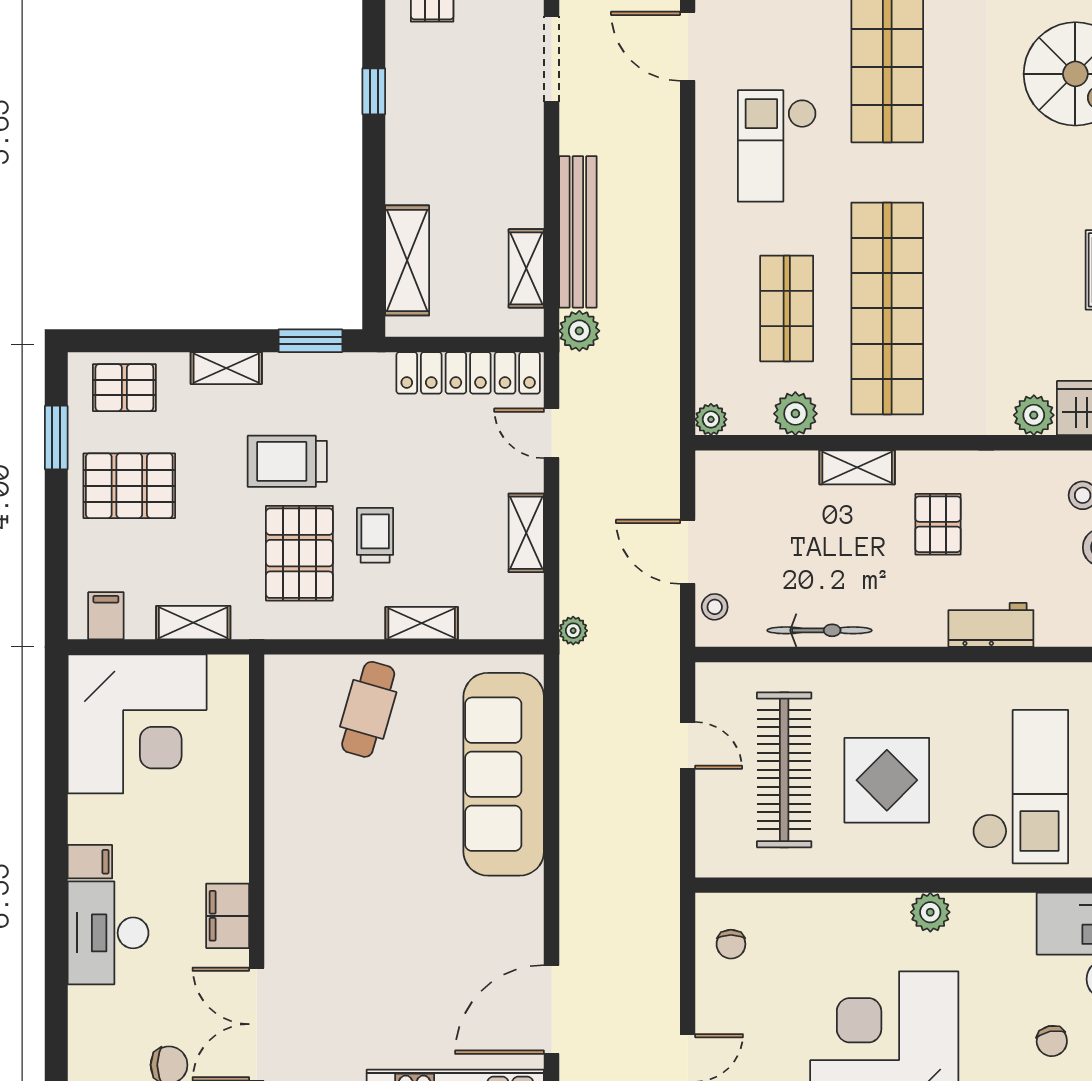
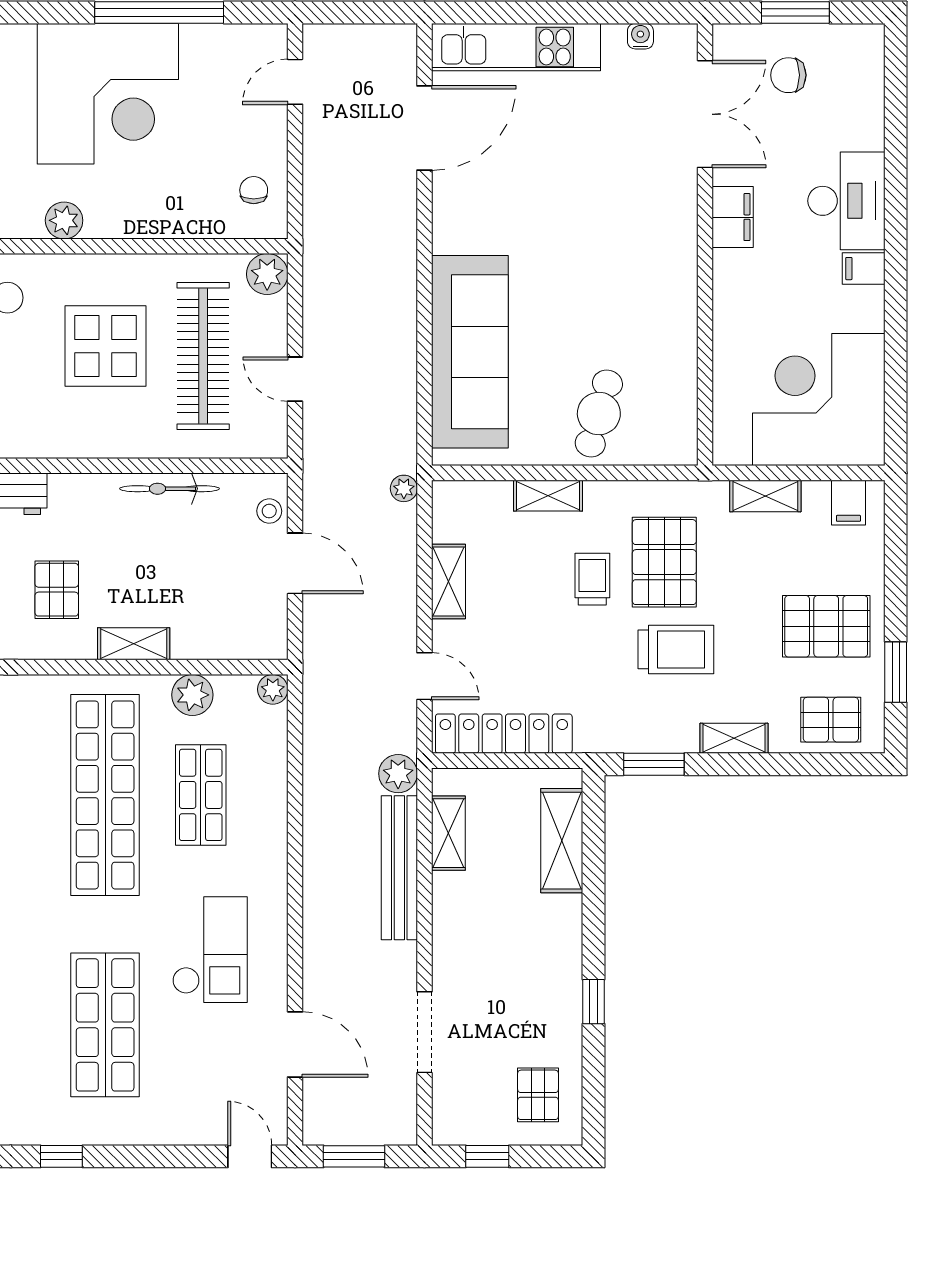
trolley: (375, 535) -> (592, 579), turned 180
plant: (717, 856) -> (267, 274), added

